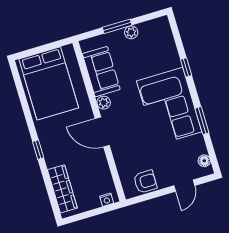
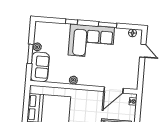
sofa: (101, 72) -> (40, 67), moved, turned 90
door: (102, 132) -> (114, 90), moved
armchair: (145, 182) -> (131, 74), removed

